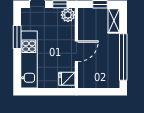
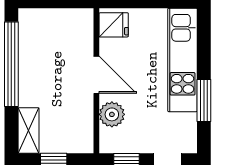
plant: (68, 15) -> (112, 114), moved
door: (76, 51) -> (96, 75), swing flipped

